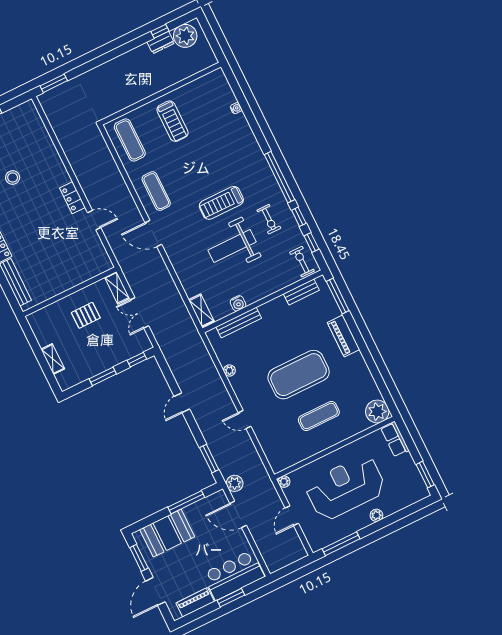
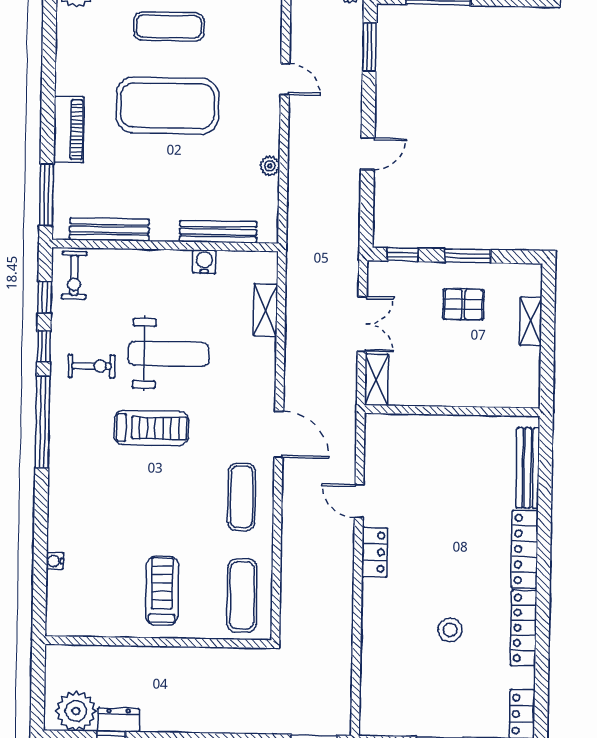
exercise bike: (269, 219) -> (91, 366), turned 90
bench: (301, 292) -> (109, 230), width x1.36
shelving: (201, 311) -> (265, 310), moved
pallet: (86, 315) -> (463, 304), moved

